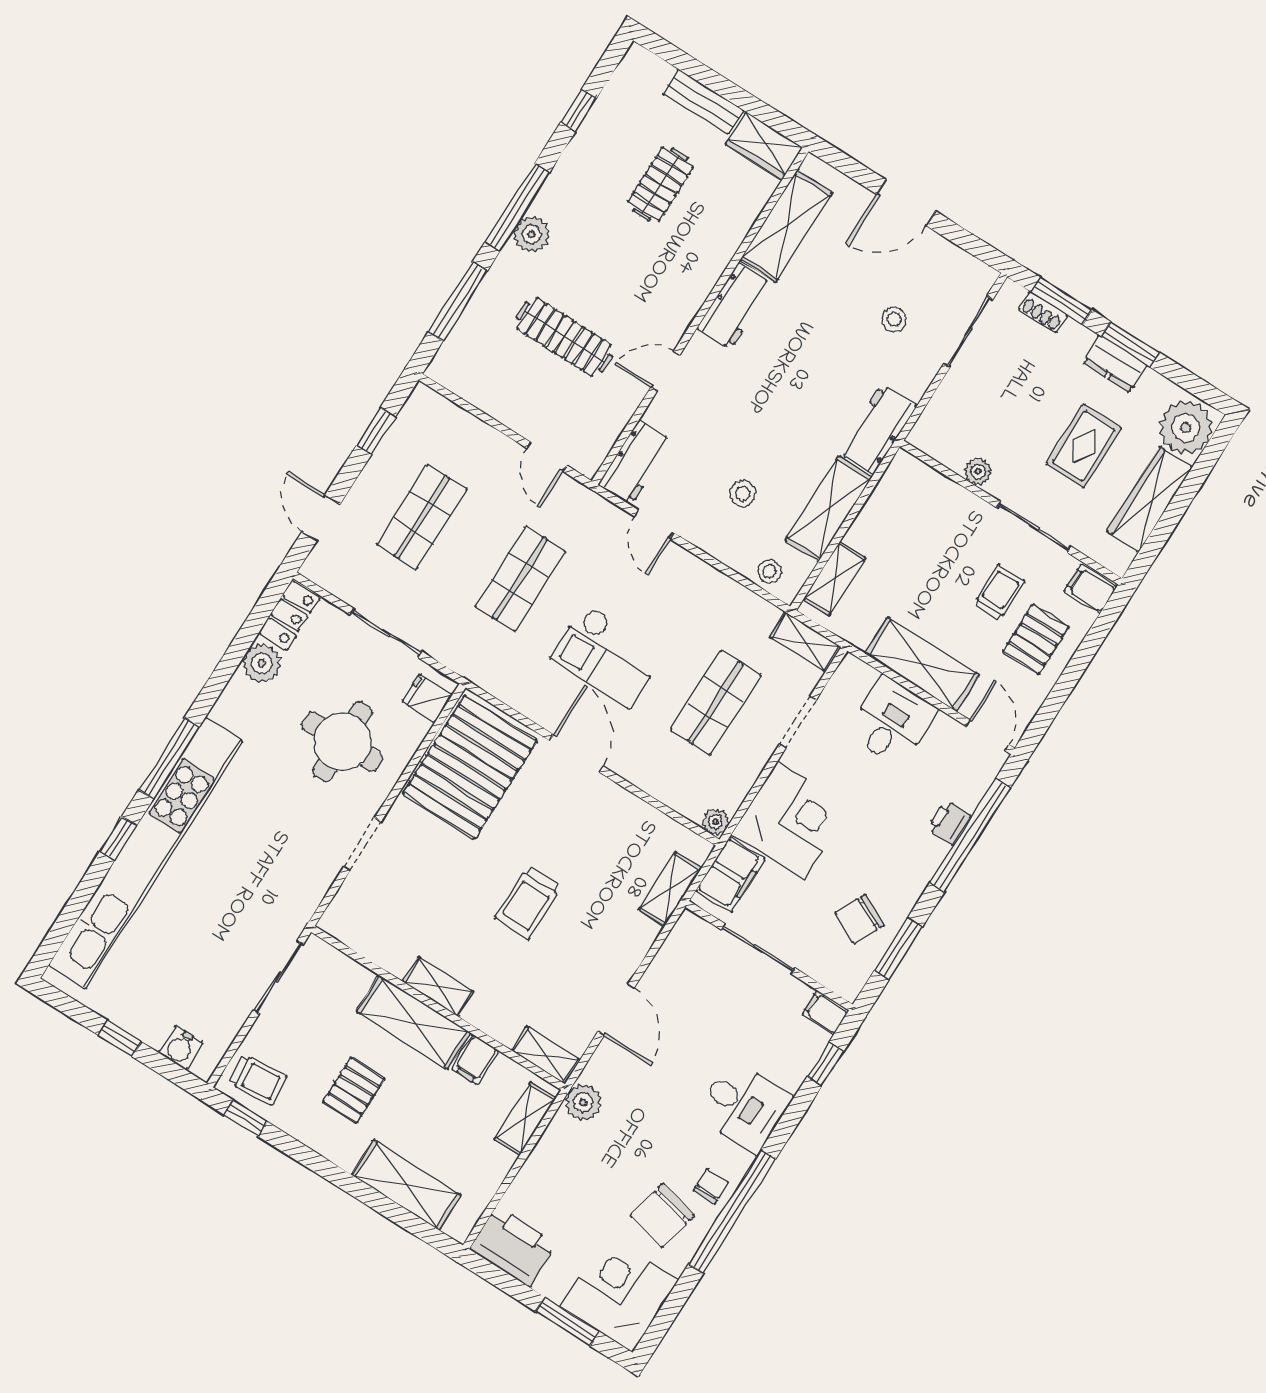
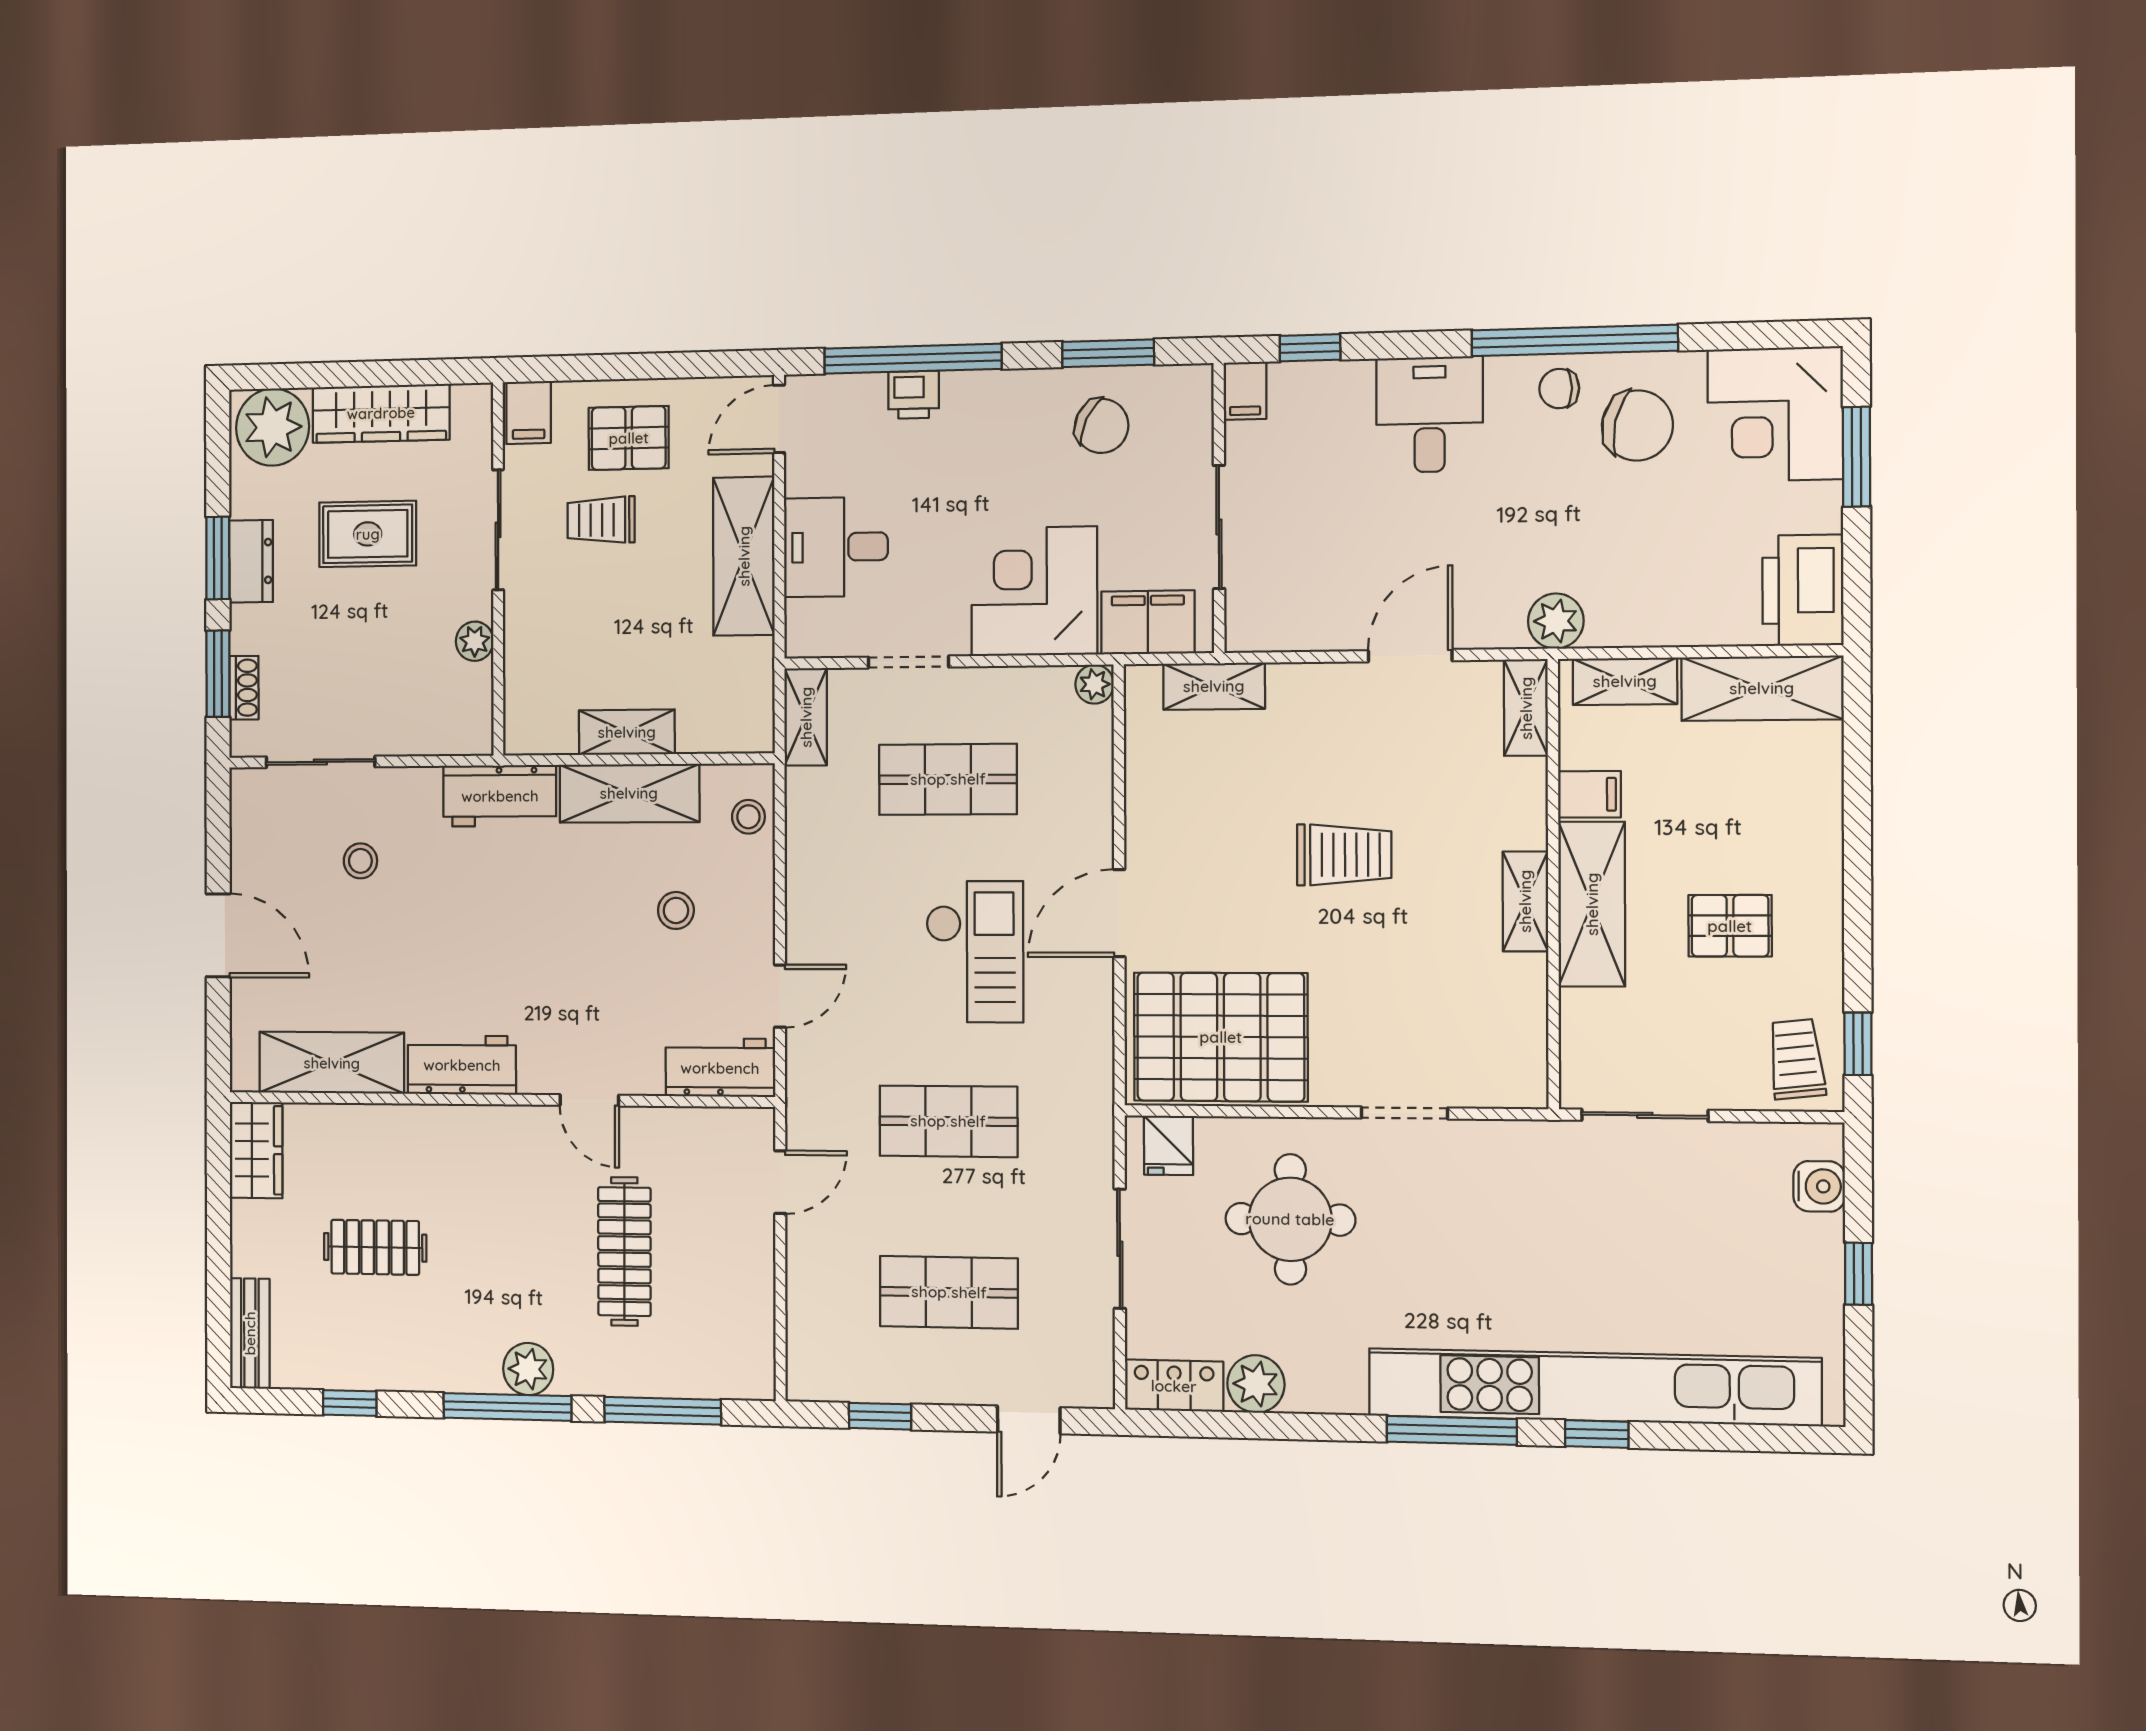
bench: (703, 102) -> (250, 1333), moved
shelving: (834, 579) -> (627, 732), moved
shelving: (406, 1185) -> (1762, 688), moved, turned 90

